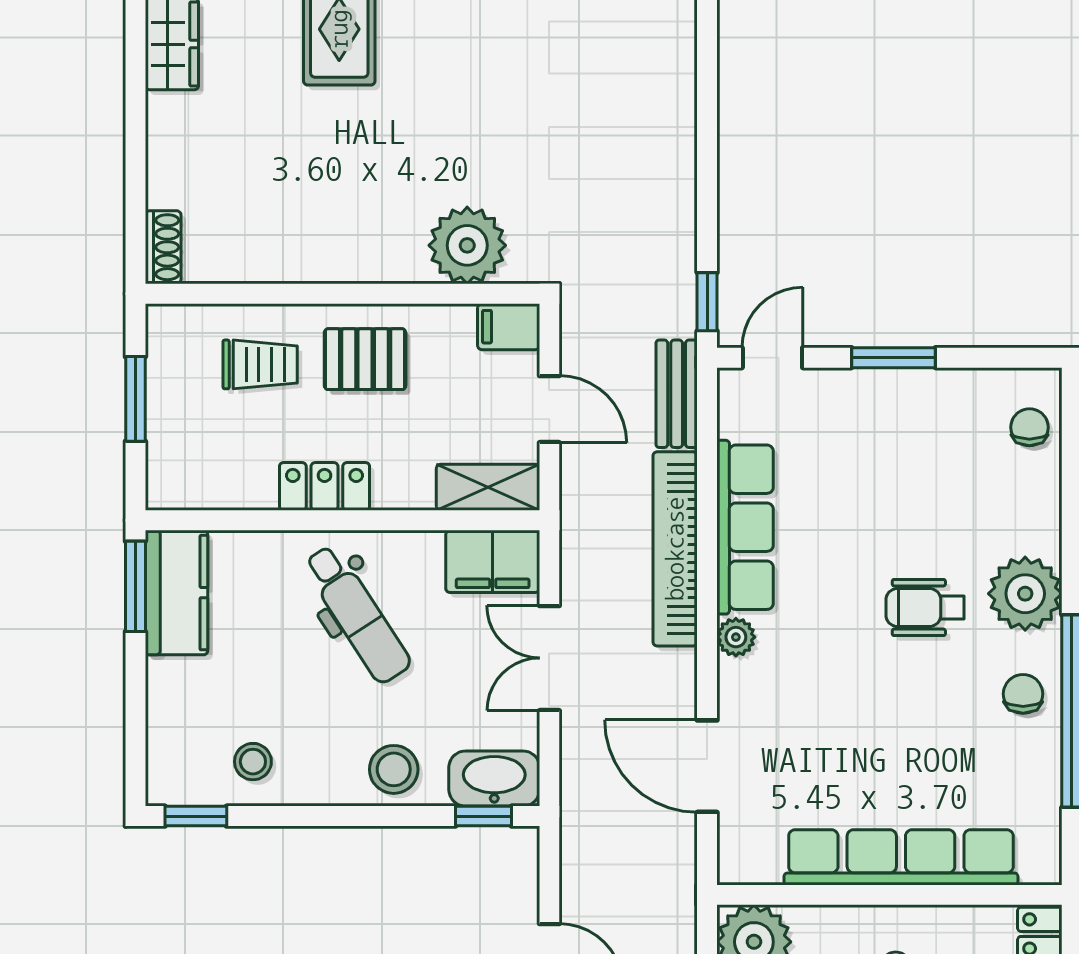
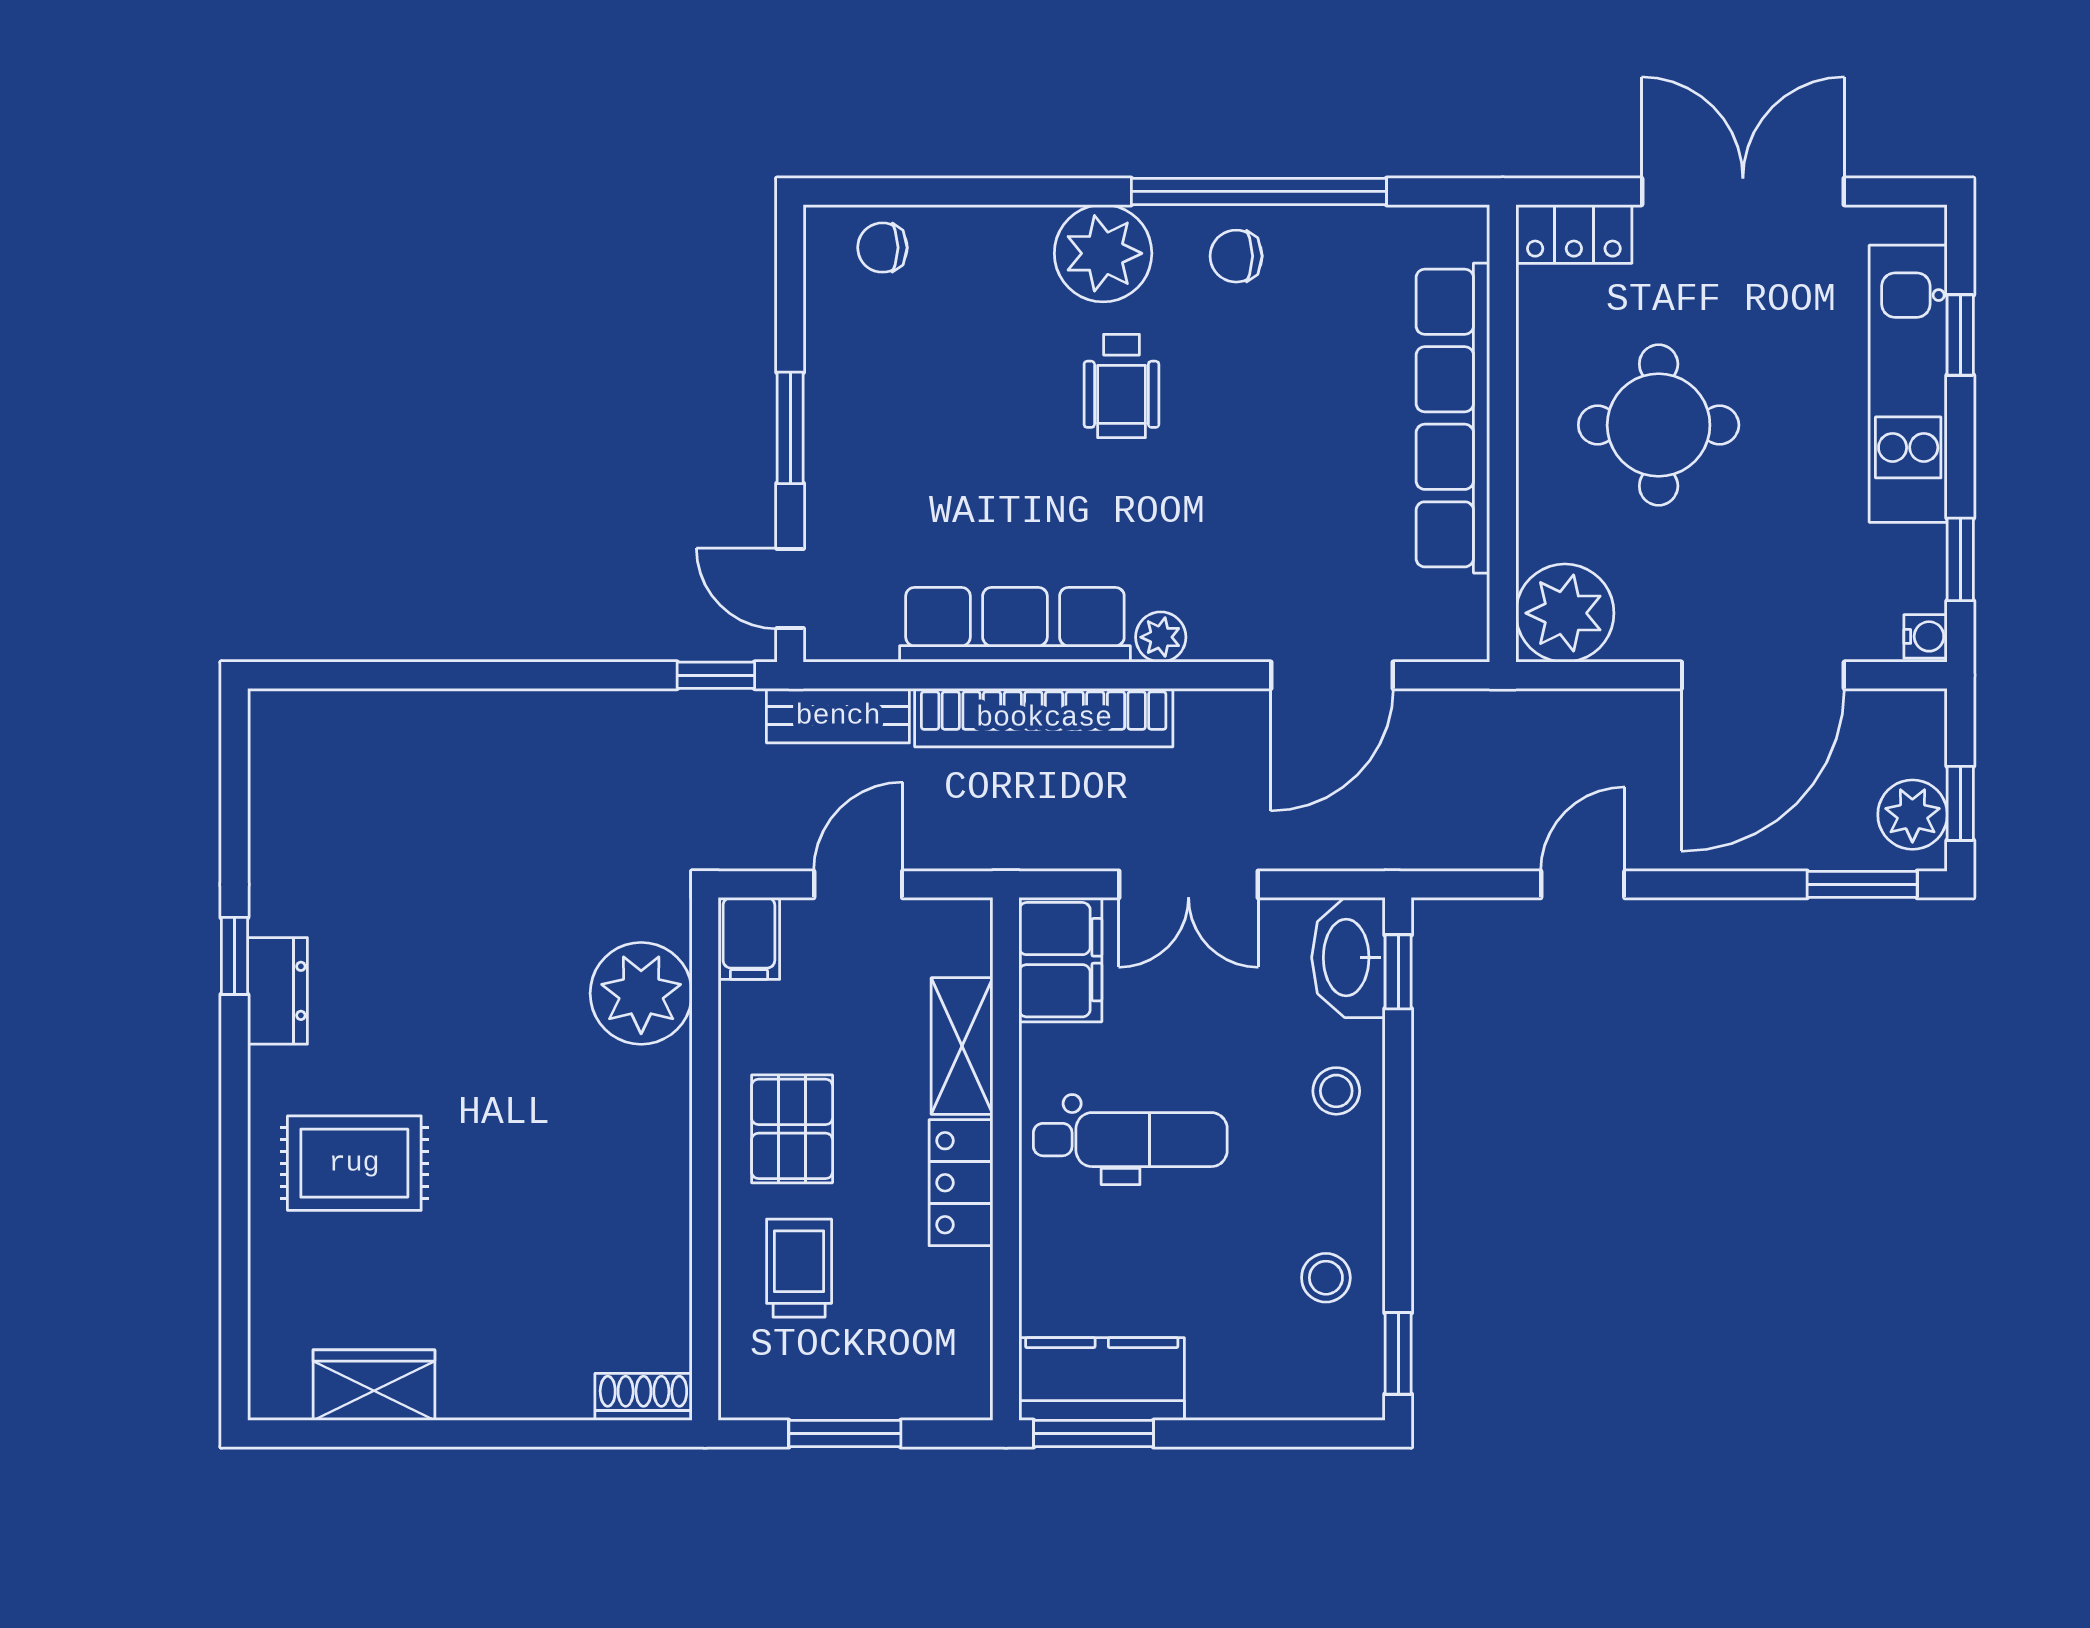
shelving: (488, 487) -> (962, 1046), moved
dental chair: (357, 614) -> (1130, 1140), turned 33
stool: (394, 769) -> (1336, 1091), width x0.73, depth x0.73

